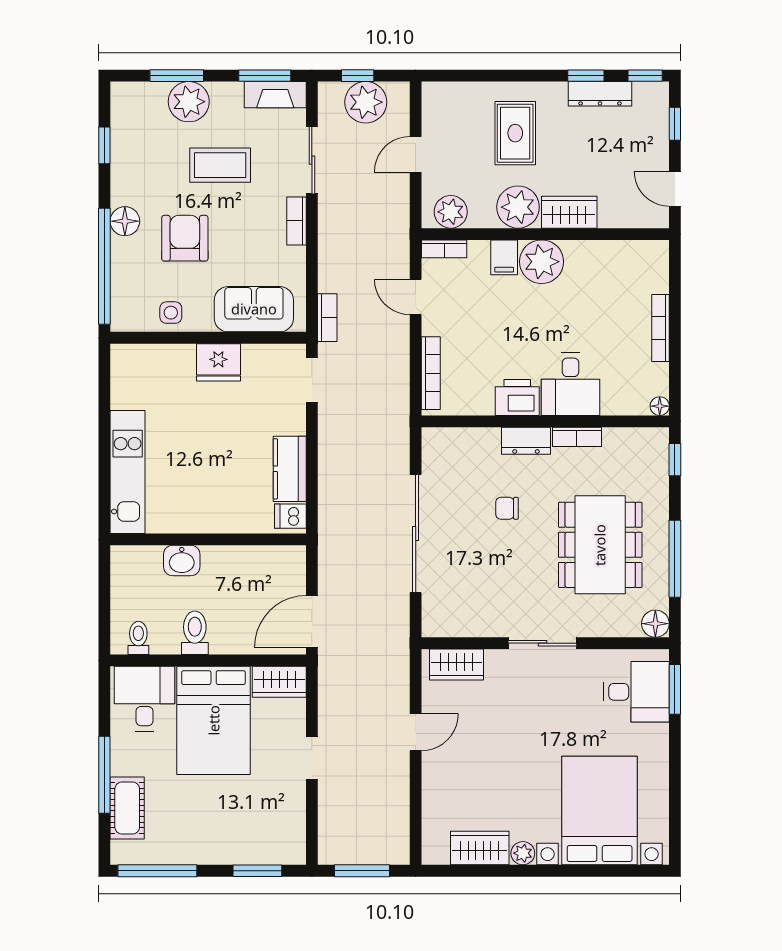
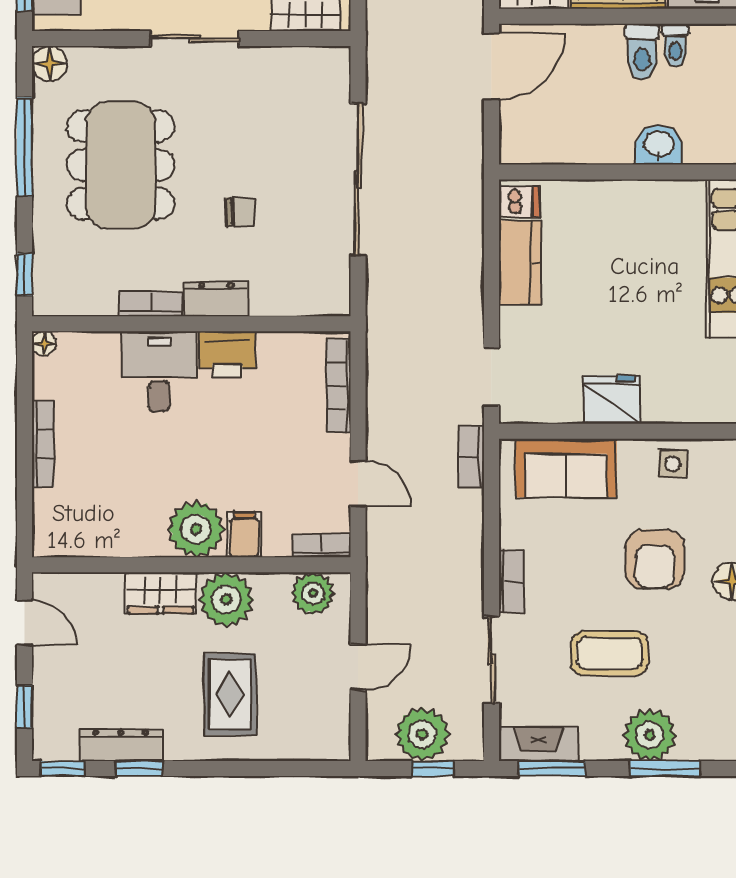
toilet: (138, 638) -> (675, 45), moved

